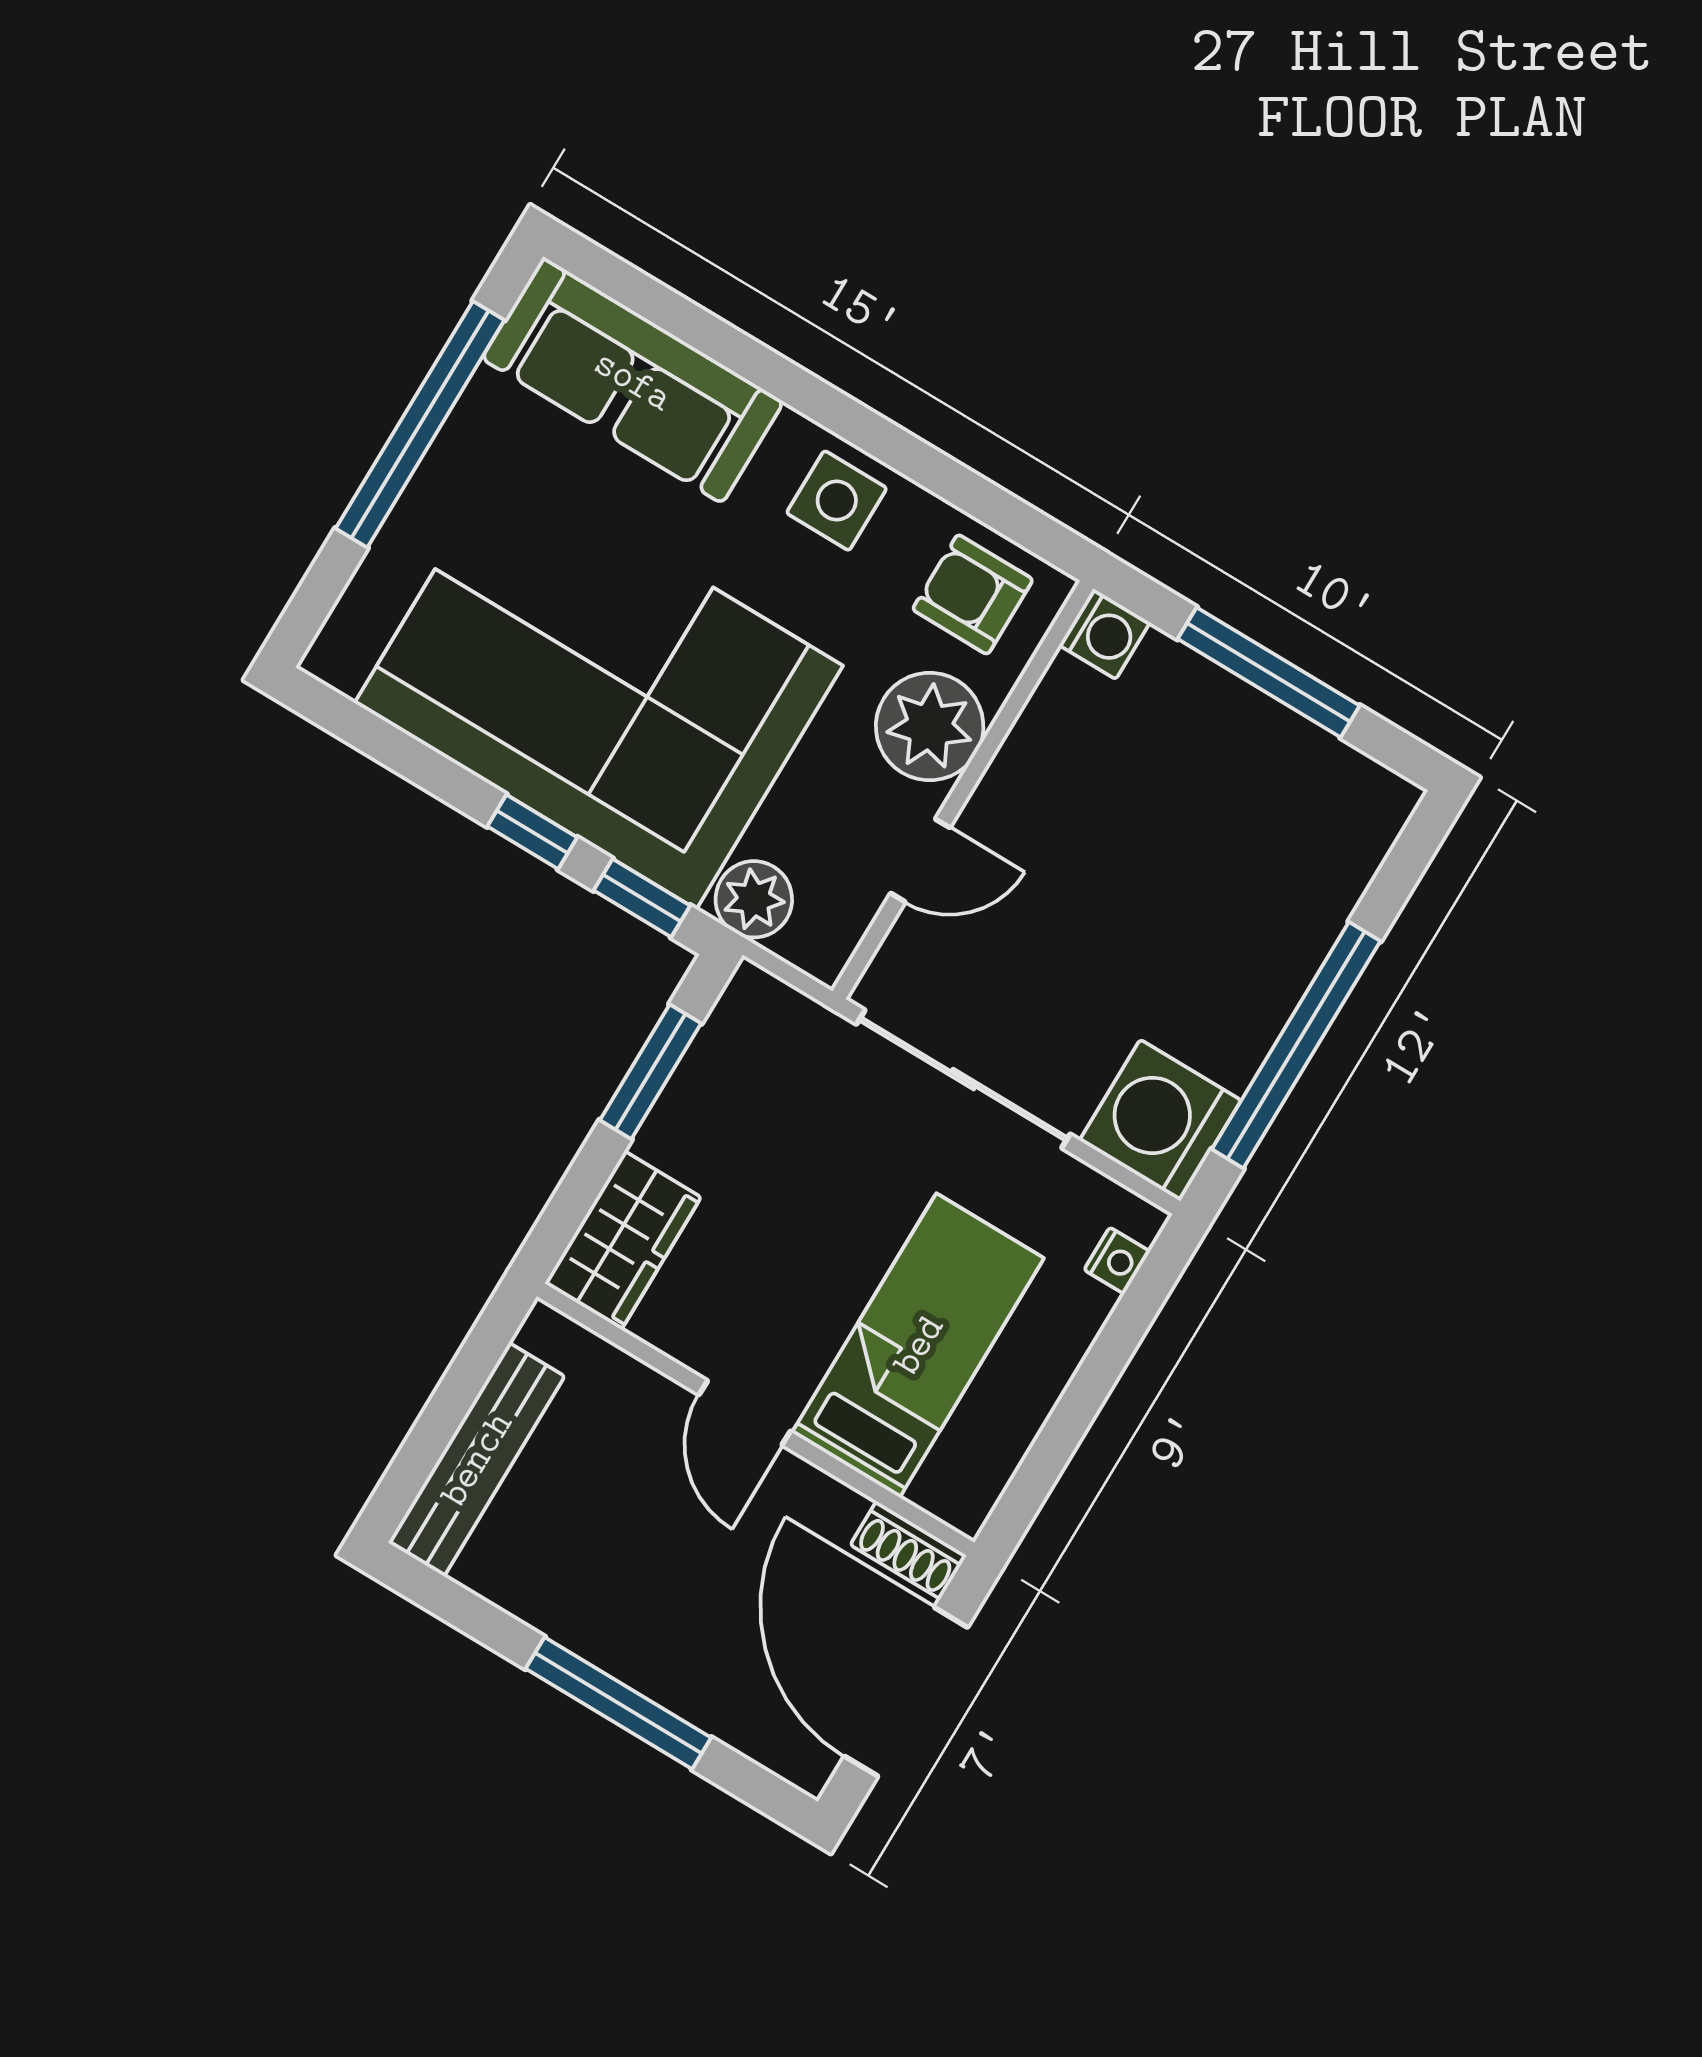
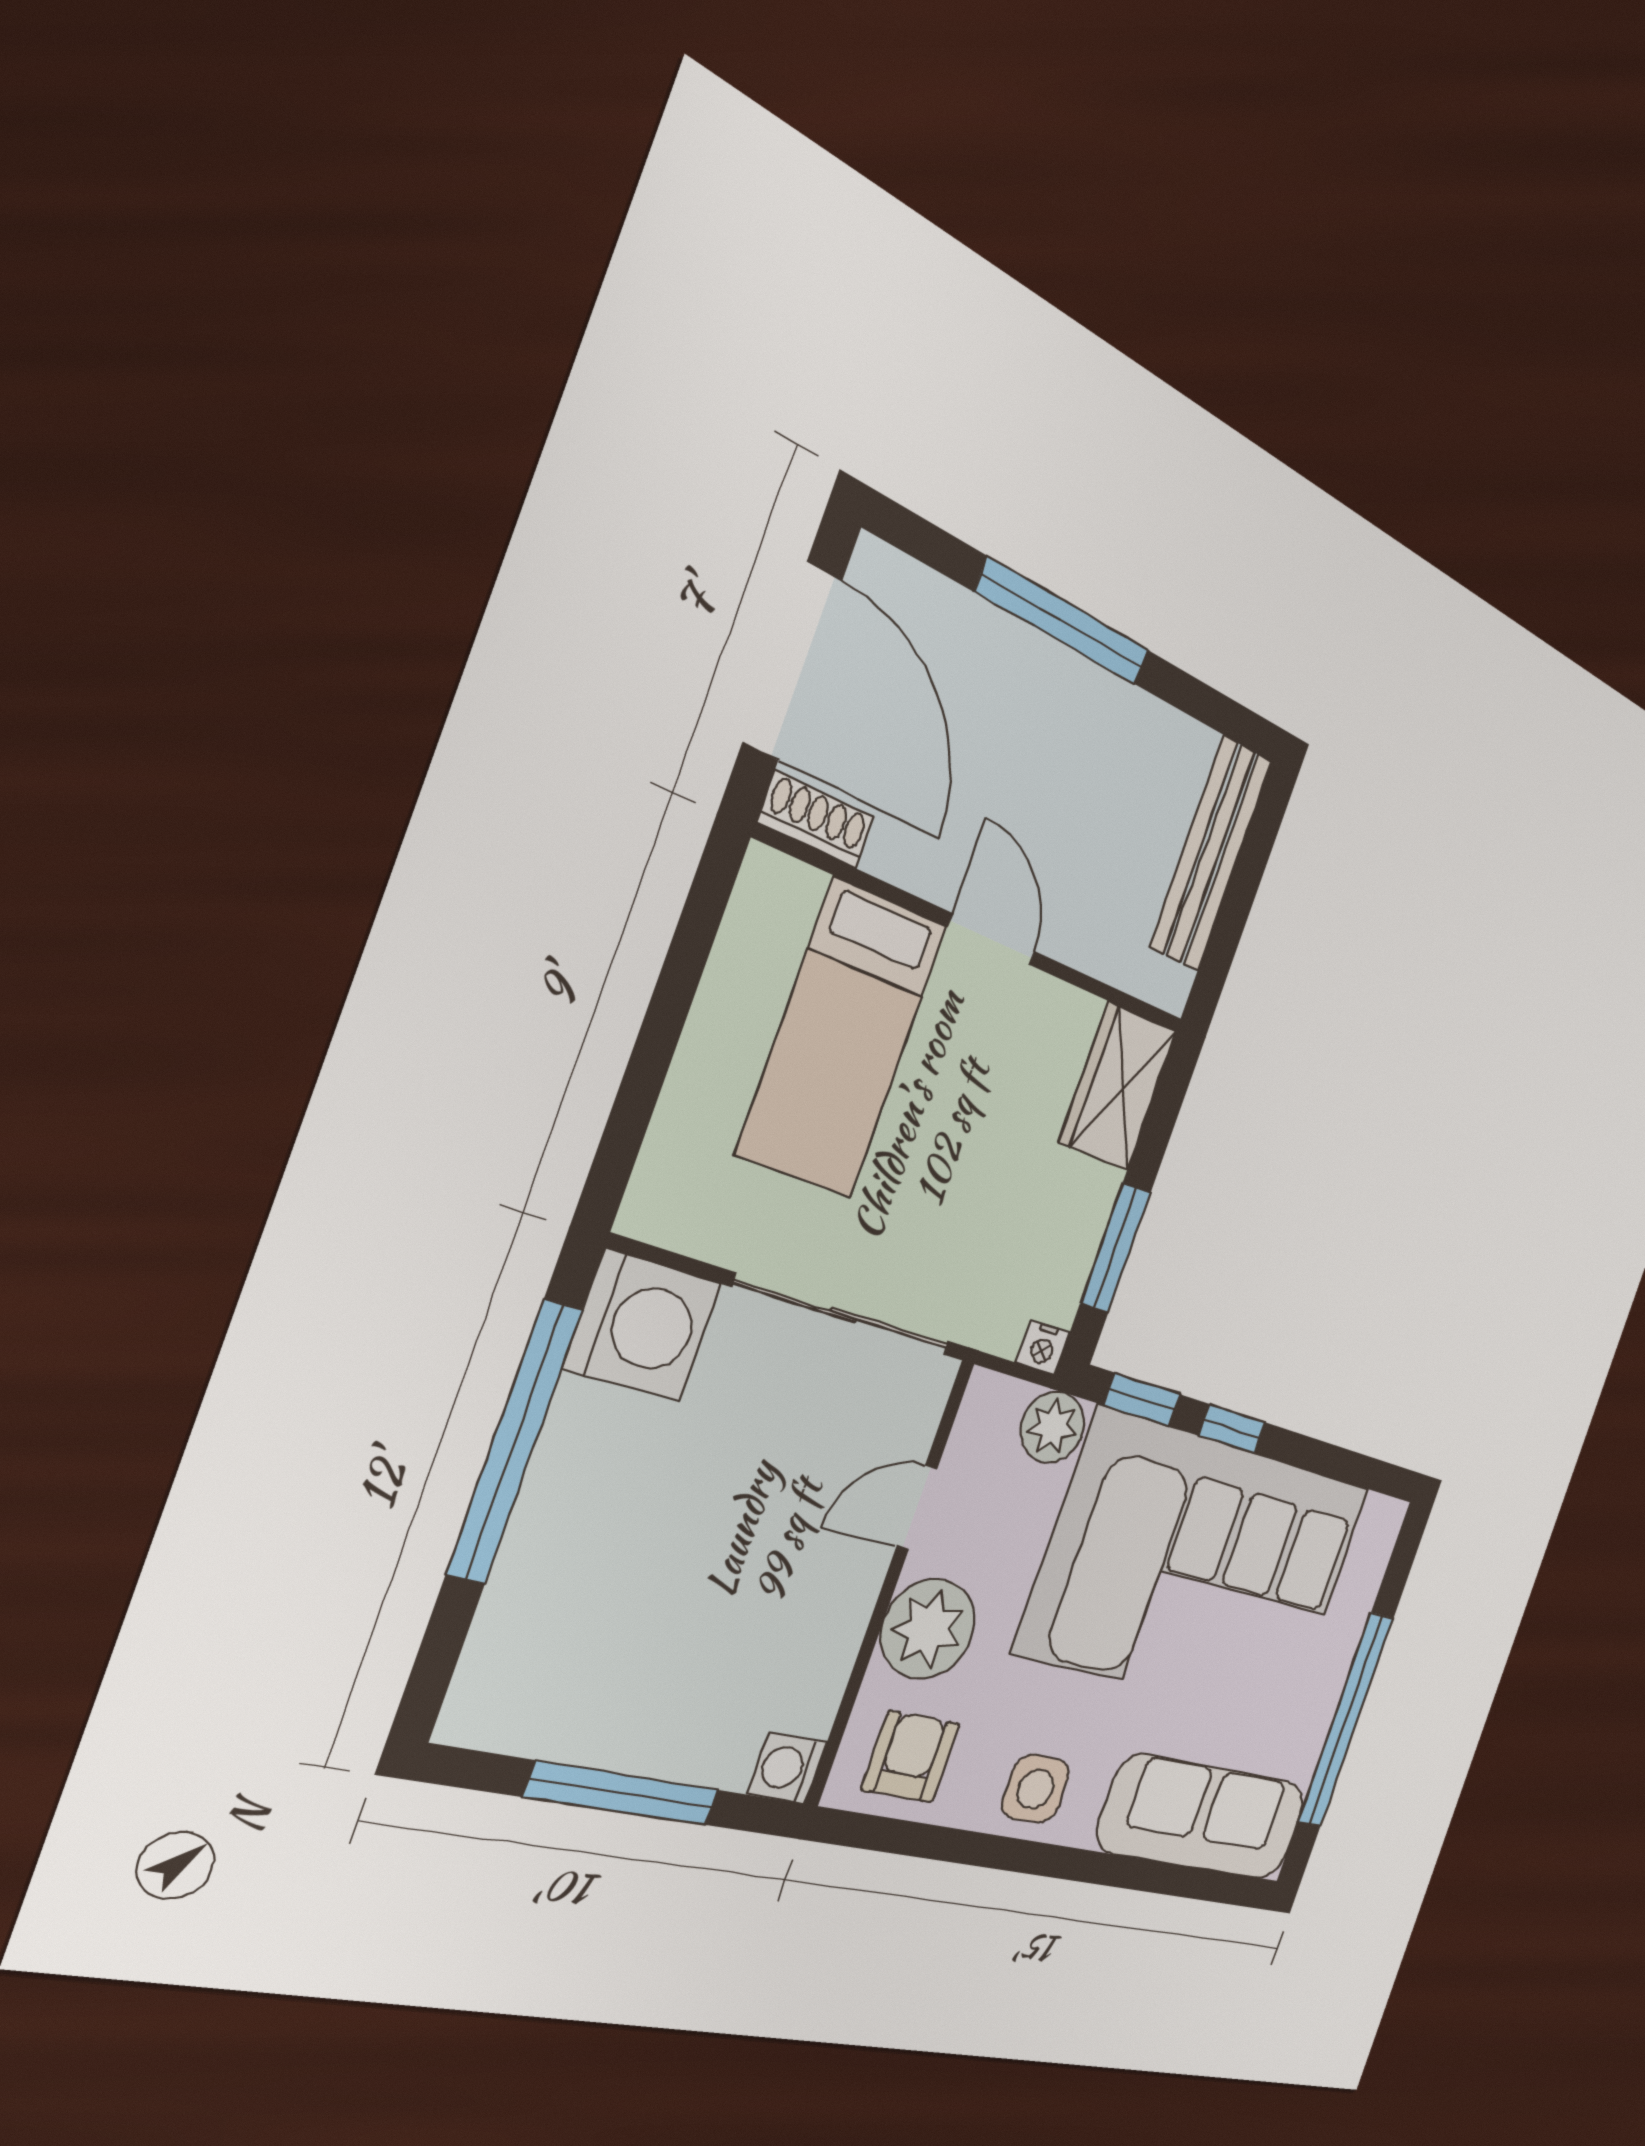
armchair: (973, 594) -> (910, 1757), turned -90
nightstand: (1117, 1261) -> (1043, 1348), moved, turned -90

